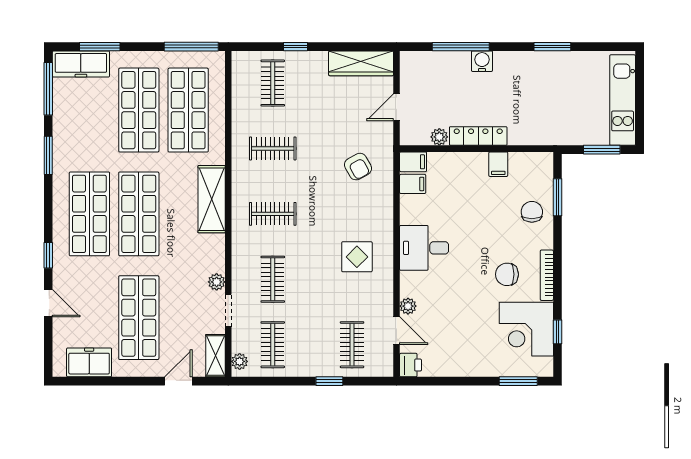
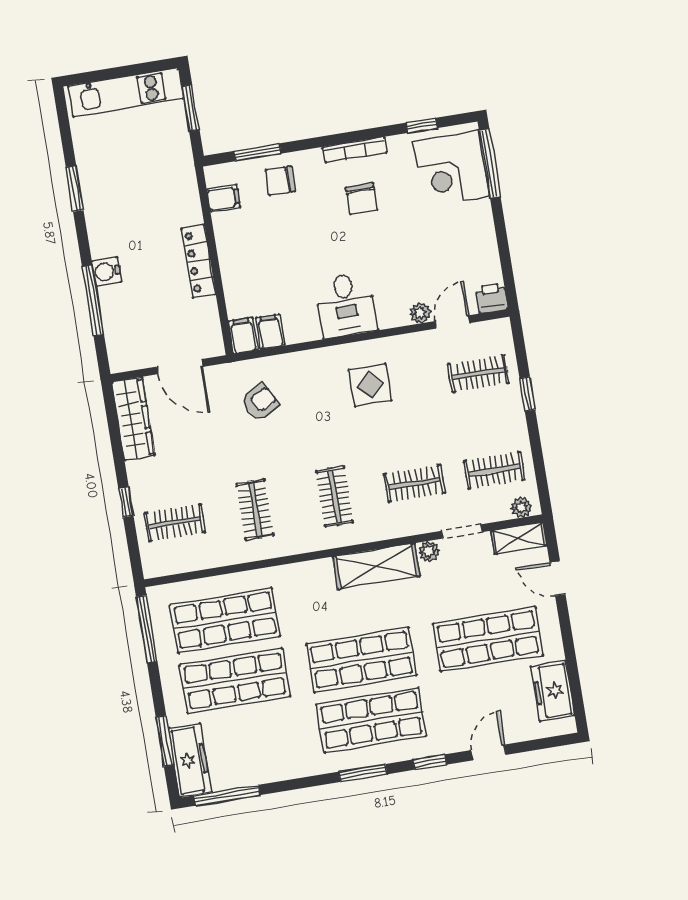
door: (397, 107) -> (180, 367), width x1.38
plant: (439, 137) -> (207, 309), removed
window: (48, 155) -> (363, 773), moved
filing cabinet: (498, 164) -> (224, 198), moved
shelving: (212, 199) -> (376, 566), moved
corner desk: (526, 329) -> (451, 168), moved, turned 90
window: (518, 381) -> (490, 164), width x1.44

